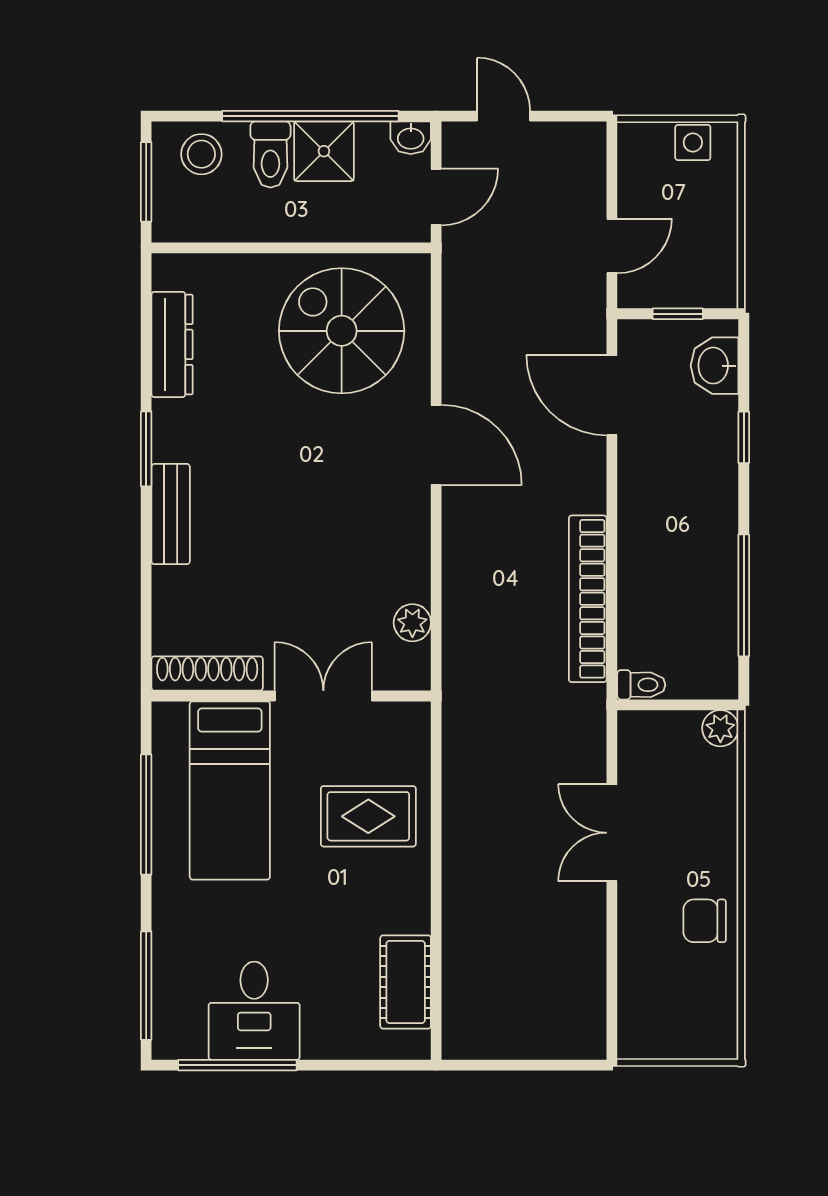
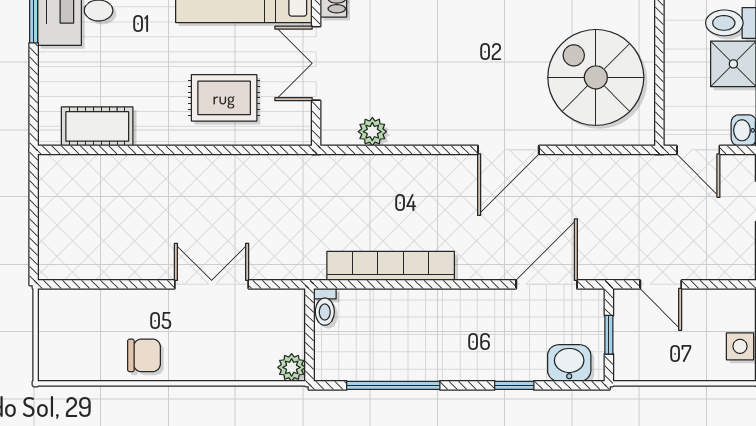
spiral stairs: (342, 331) -> (596, 77), turned -90
double door: (323, 696) -> (316, 63), swing flipped
rug: (368, 816) -> (224, 98), turned 90
chair: (705, 921) -> (144, 355), turned 90

